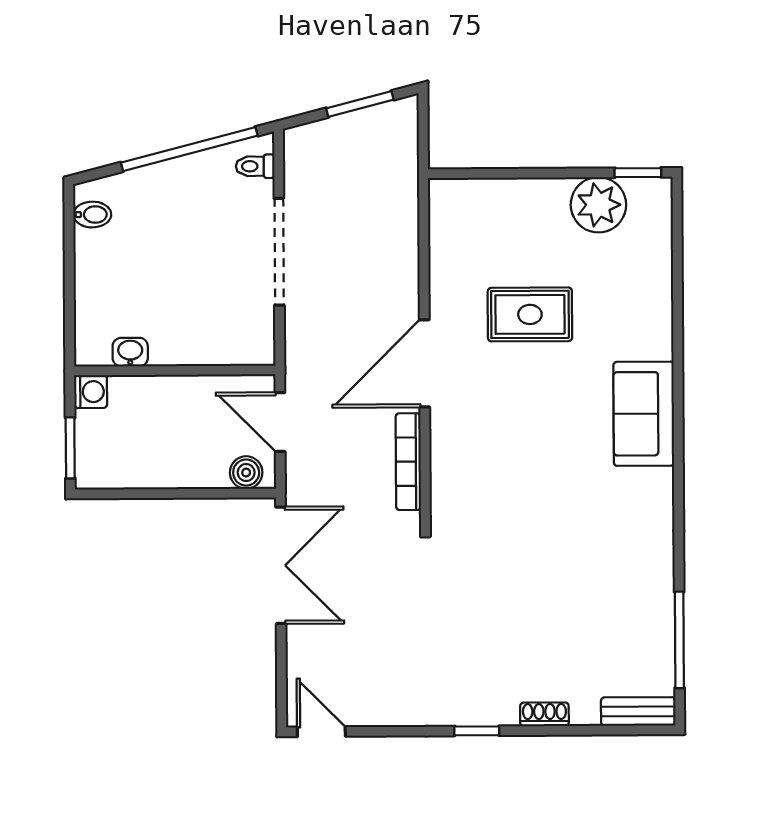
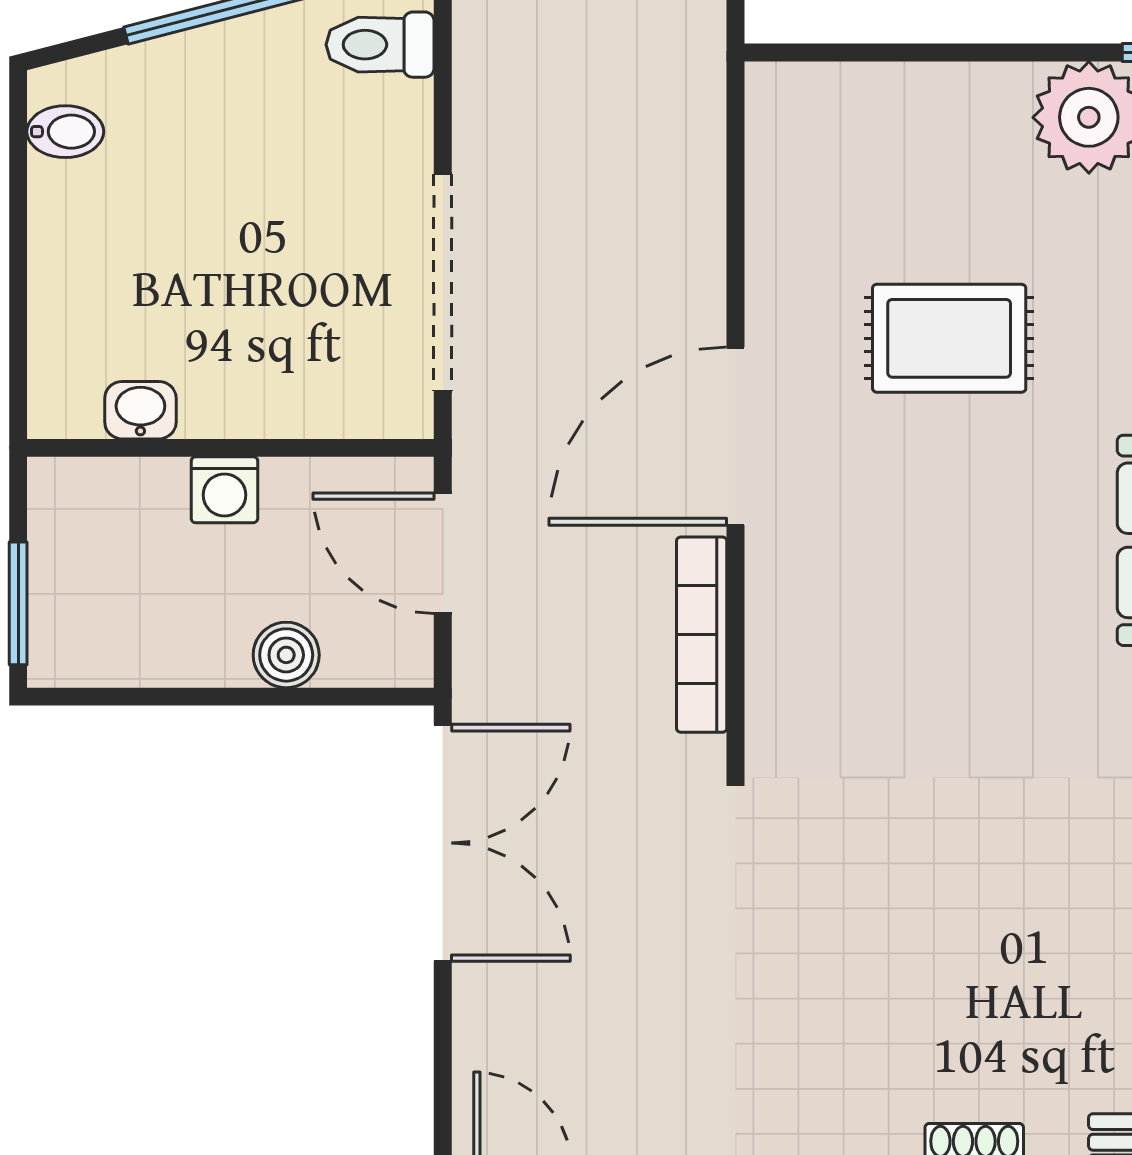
toilet: (255, 166) -> (380, 45), width x1.37, depth x1.39
doorway: (279, 252) -> (443, 282), moved
washing machine: (91, 392) -> (224, 490), moved, turned 90
boiler: (246, 473) -> (286, 655), moved

